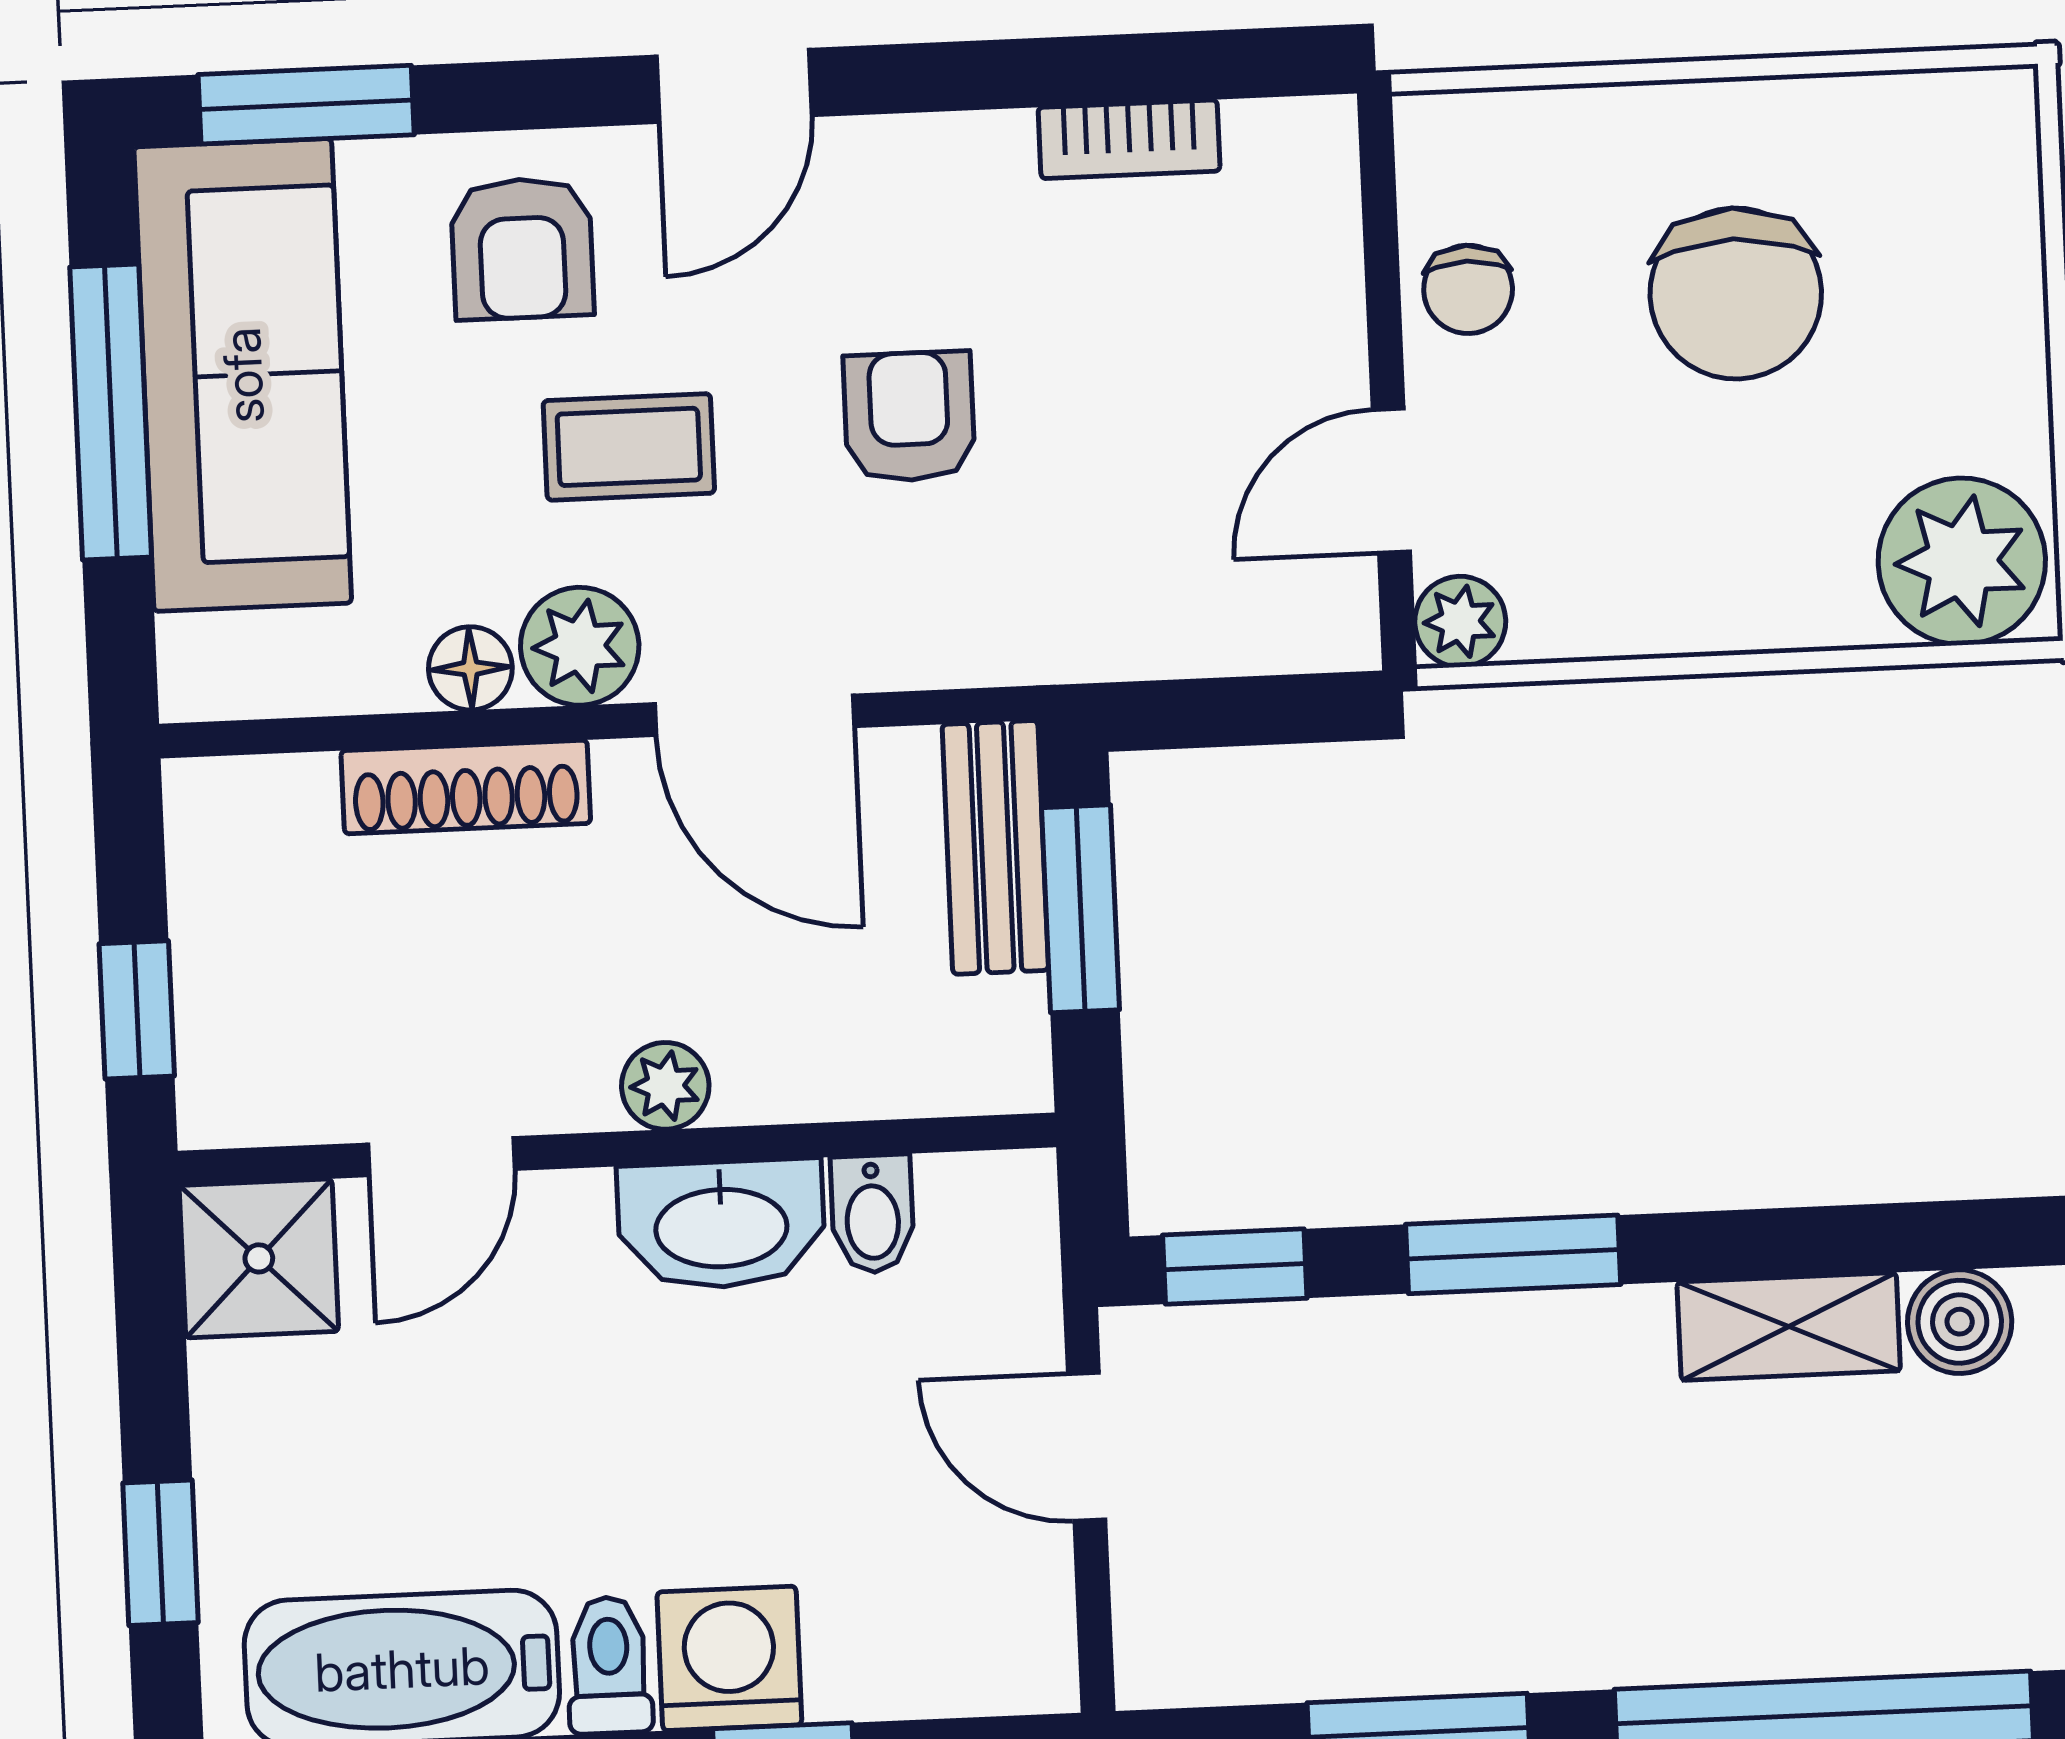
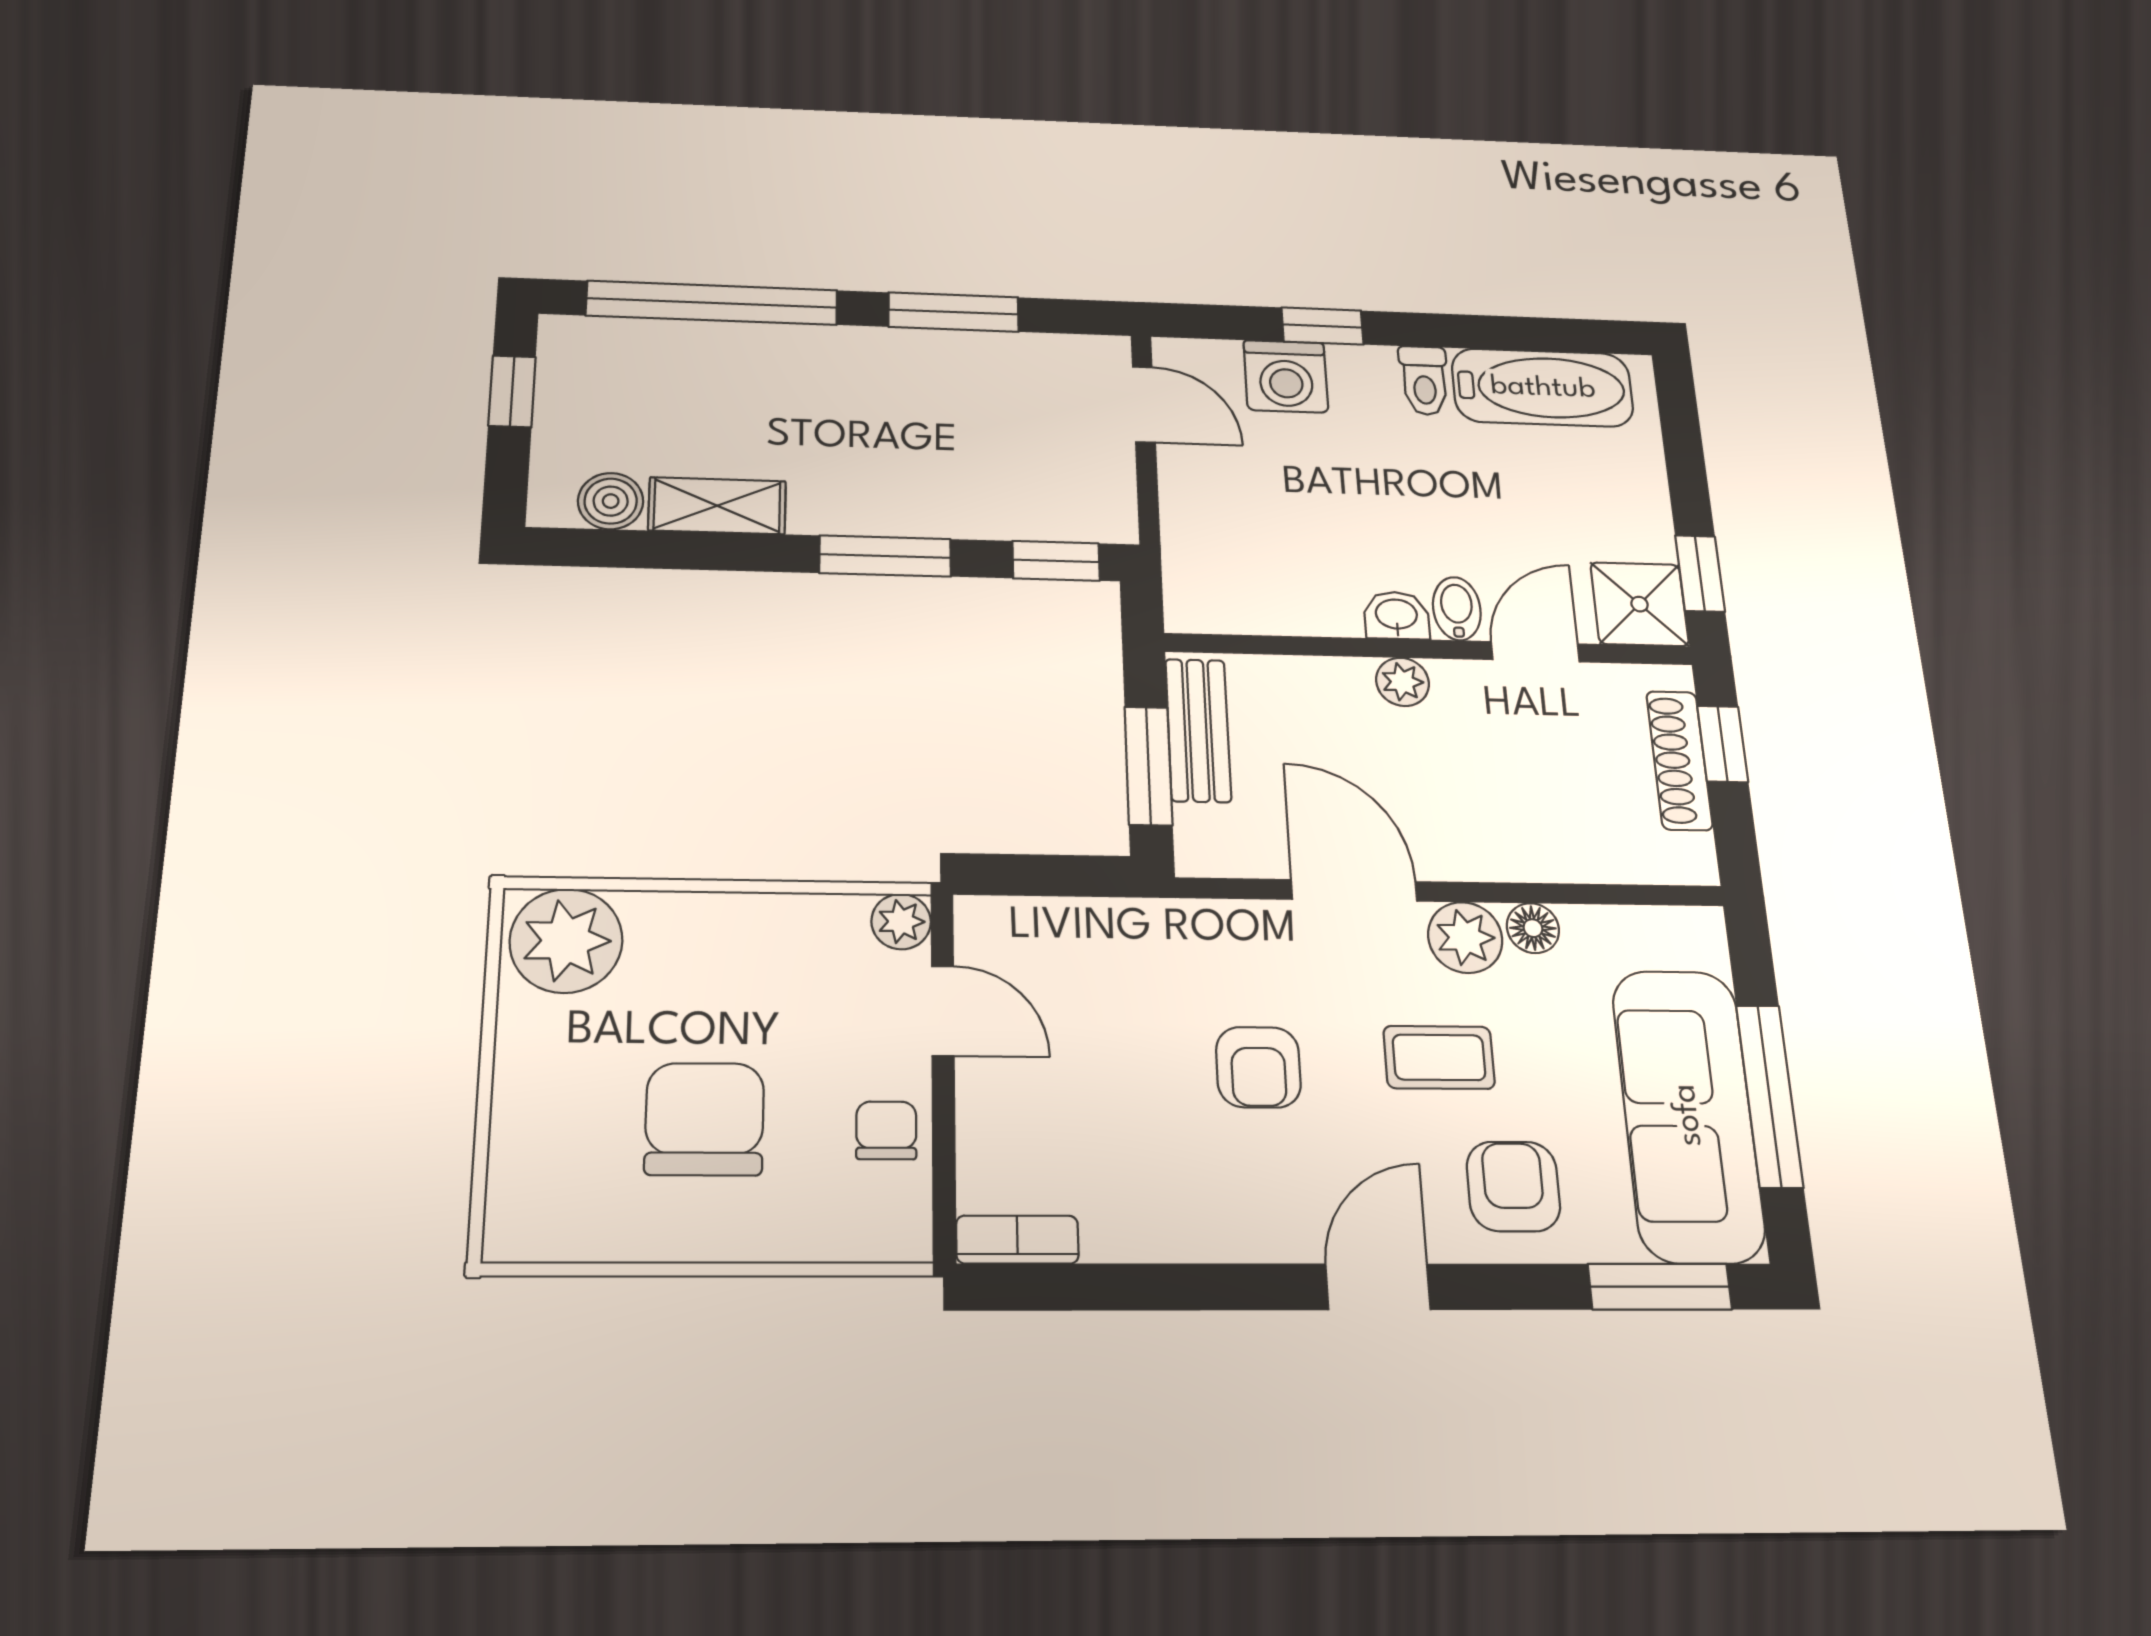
bookcase: (1129, 139) -> (1017, 1240), moved
door: (1391, 481) -> (943, 1011), hinge flipped
shoe rack: (466, 787) -> (1679, 760), moved, turned -90
bench: (995, 847) -> (1198, 730), moved
bidet: (872, 1214) -> (1457, 609), moved
washbasin: (721, 1224) -> (1396, 615), width x0.52, depth x0.69
door: (1087, 1447) -> (1144, 404), moved
window: (160, 1553) -> (1700, 573), moved
washing machine: (729, 1658) -> (1286, 376), moved

